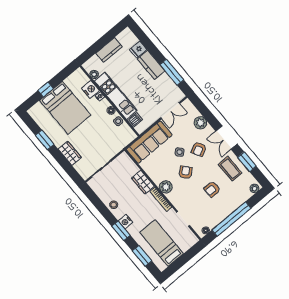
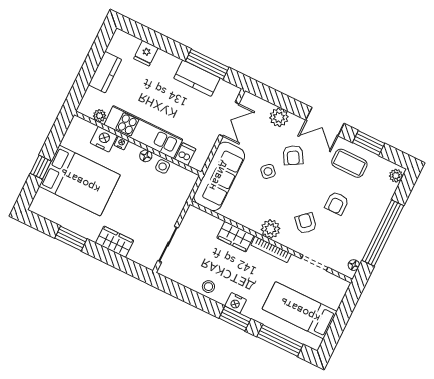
kitchen counter: (151, 65) -> (197, 78), moved
armchair: (185, 172) -> (306, 223), moved
window: (142, 256) -> (280, 341), width x1.44

